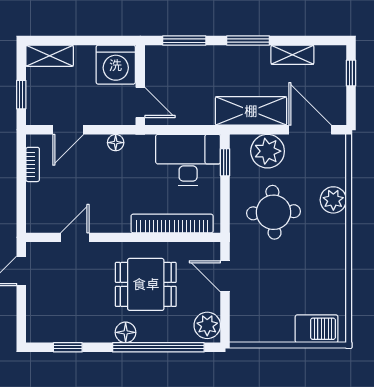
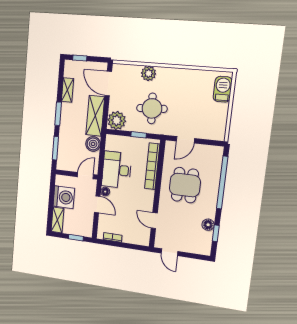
washing machine: (116, 65) -> (64, 197), moved
boiler: (200, 112) -> (93, 144), added
door: (68, 130) -> (97, 204), moved
door: (310, 130) -> (108, 84), hinge flipped
plant: (268, 151) -> (117, 120), moved
desk: (188, 160) -> (117, 170), moved
window: (225, 162) -> (139, 135), moved
plant: (207, 325) -> (213, 153), removed
floor lamp: (126, 332) -> (208, 225), moved

